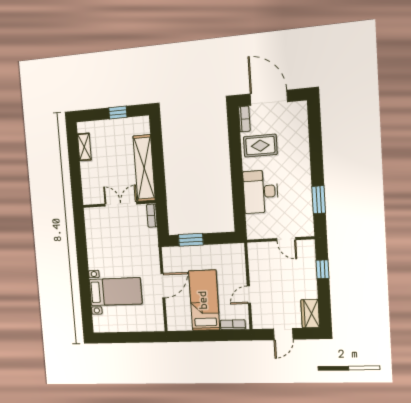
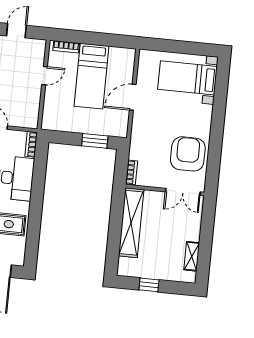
bookcase: (244, 119) -> (31, 144), moved
double door: (121, 204) -> (183, 192), moved
armchair: (104, 241) -> (188, 154), added
bed with nightstands: (116, 292) -> (187, 78), moved

